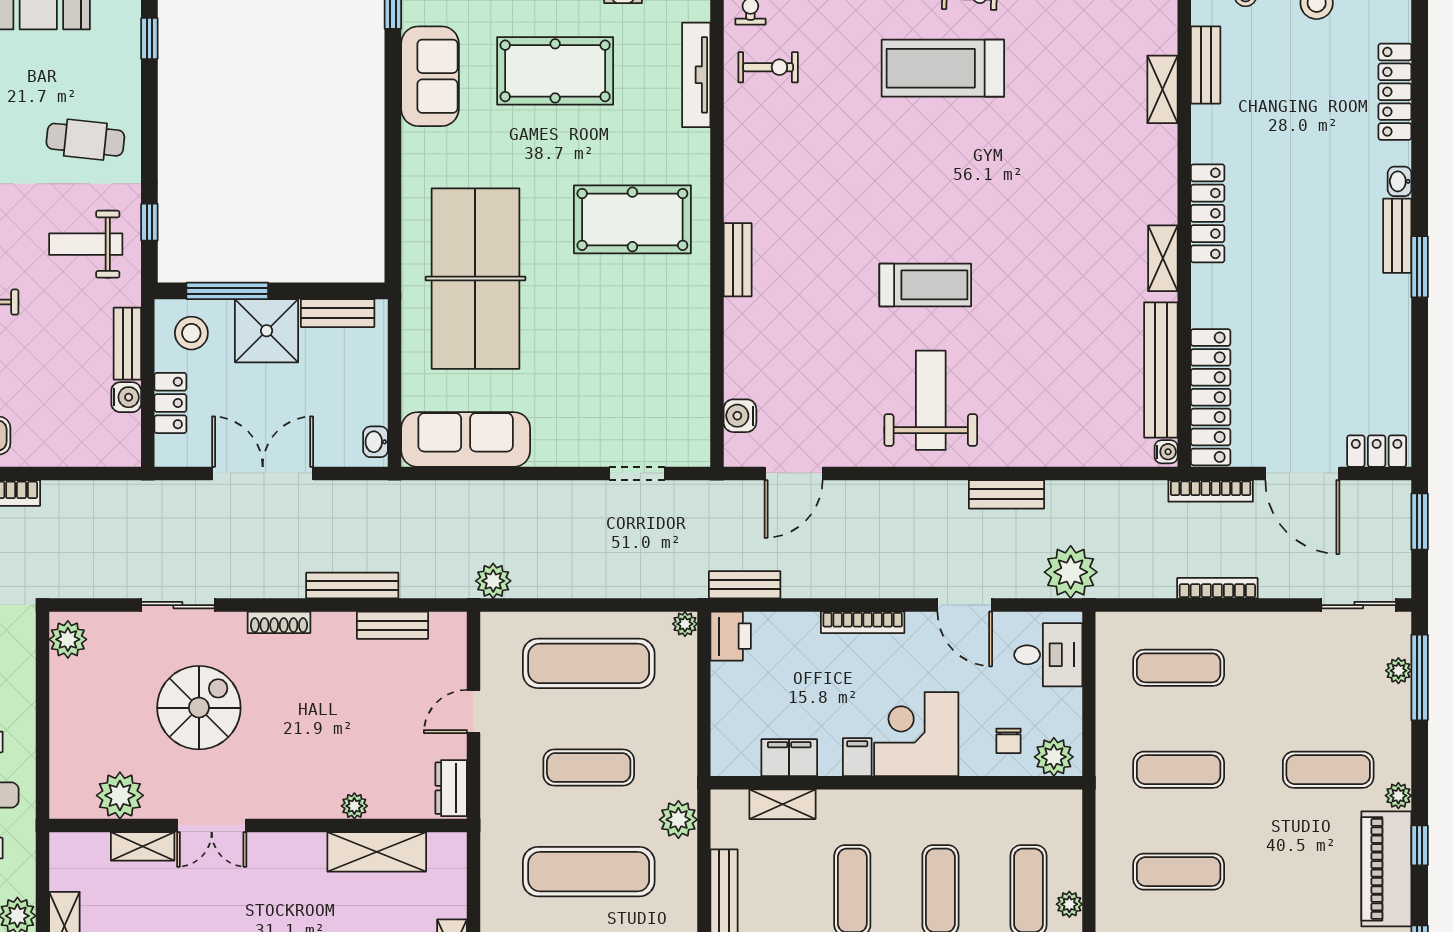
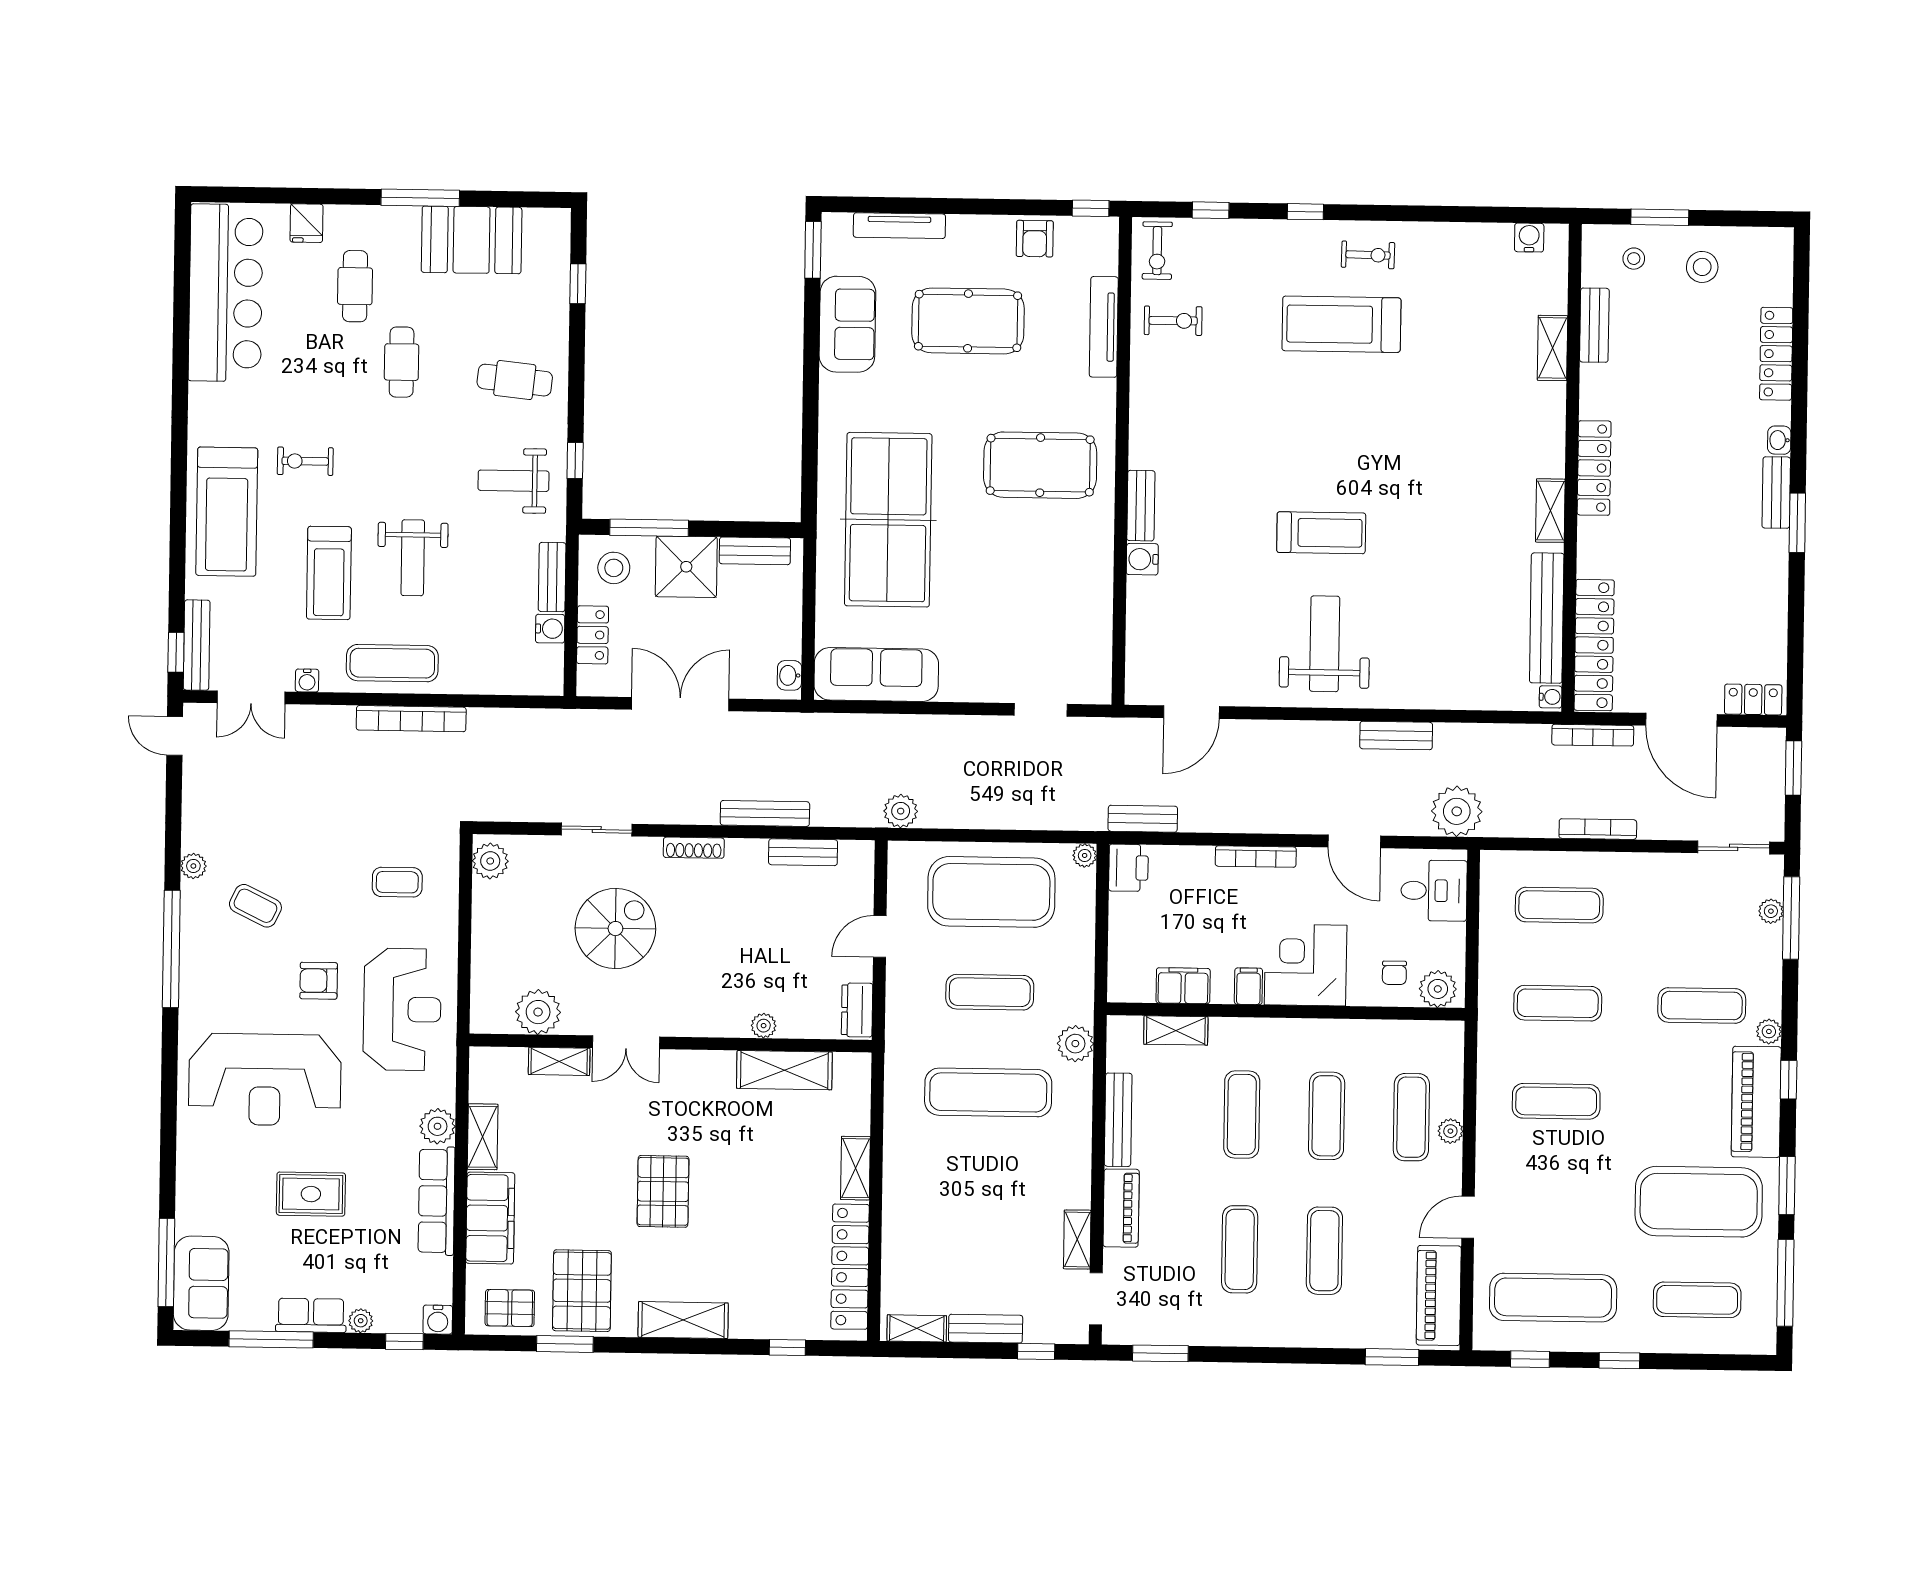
water cooler: (740, 416) -> (1142, 559), moved
exercise mat: (589, 663) -> (991, 892), width x1.47

